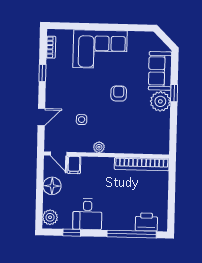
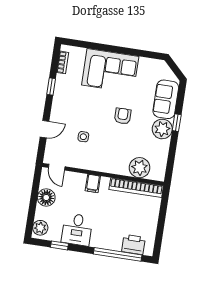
plant: (99, 147) -> (140, 168), moved, width x1.88, depth x1.88
filing cabinet: (74, 165) -> (93, 183), moved

